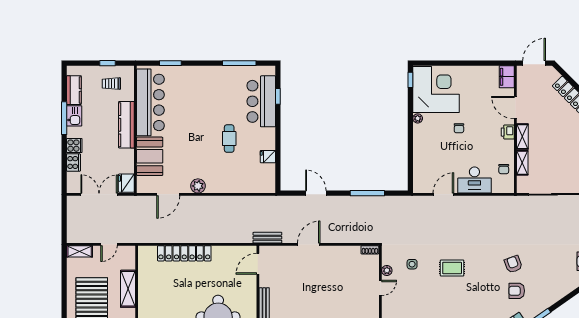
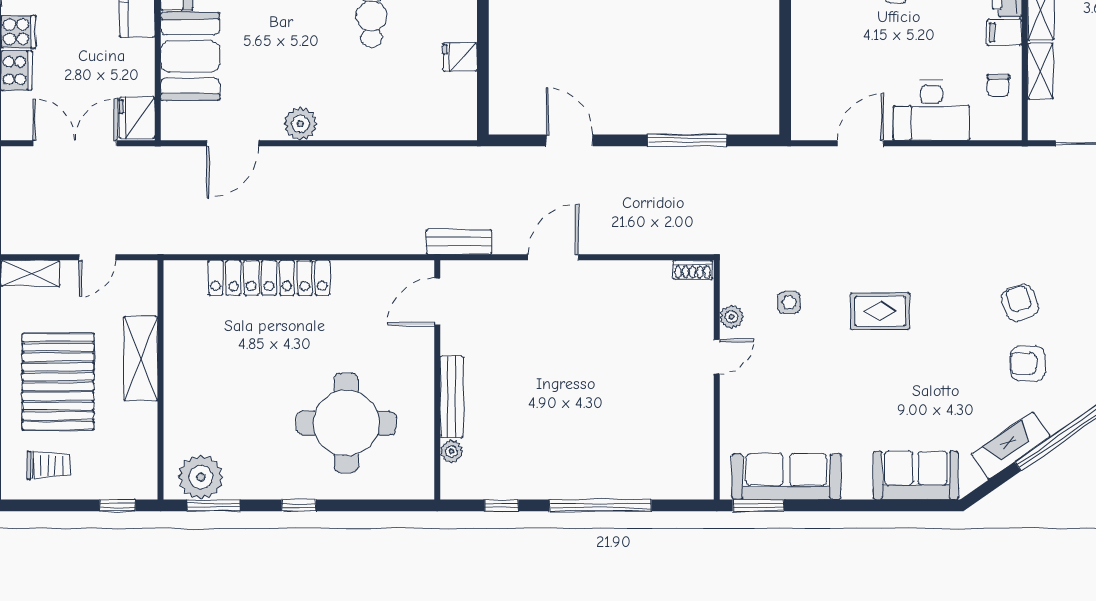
filing cabinet: (506, 146) -> (1004, 32), added

